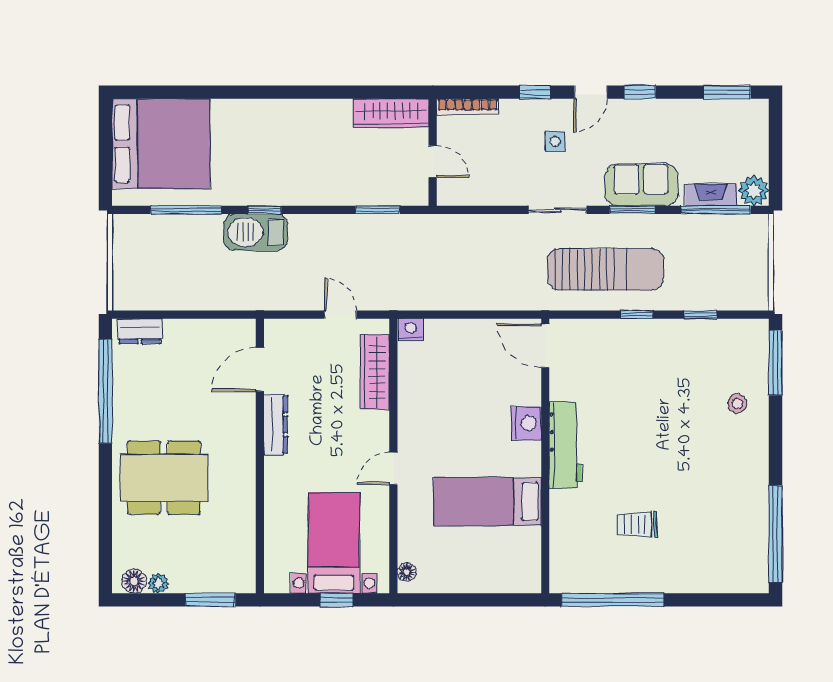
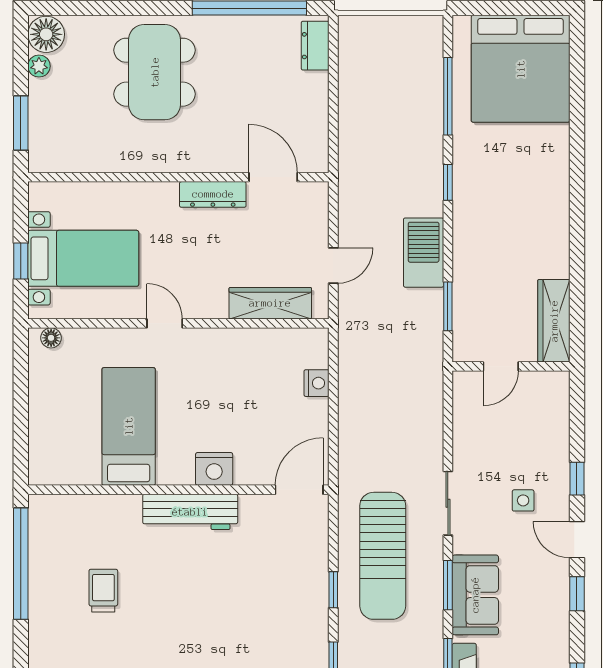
bookcase: (468, 107) -> (561, 405), removed
barbecue: (256, 232) -> (424, 253), moved
nightstand: (411, 330) -> (317, 383), moved
floor lamp: (134, 581) -> (46, 34), width x1.38, depth x1.38

